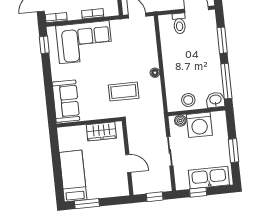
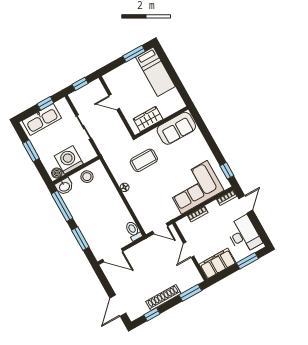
toilet: (179, 23) -> (133, 231), moved
sofa: (66, 101) -> (176, 128), moved, turned -90
boiler: (180, 121) -> (57, 173), moved

